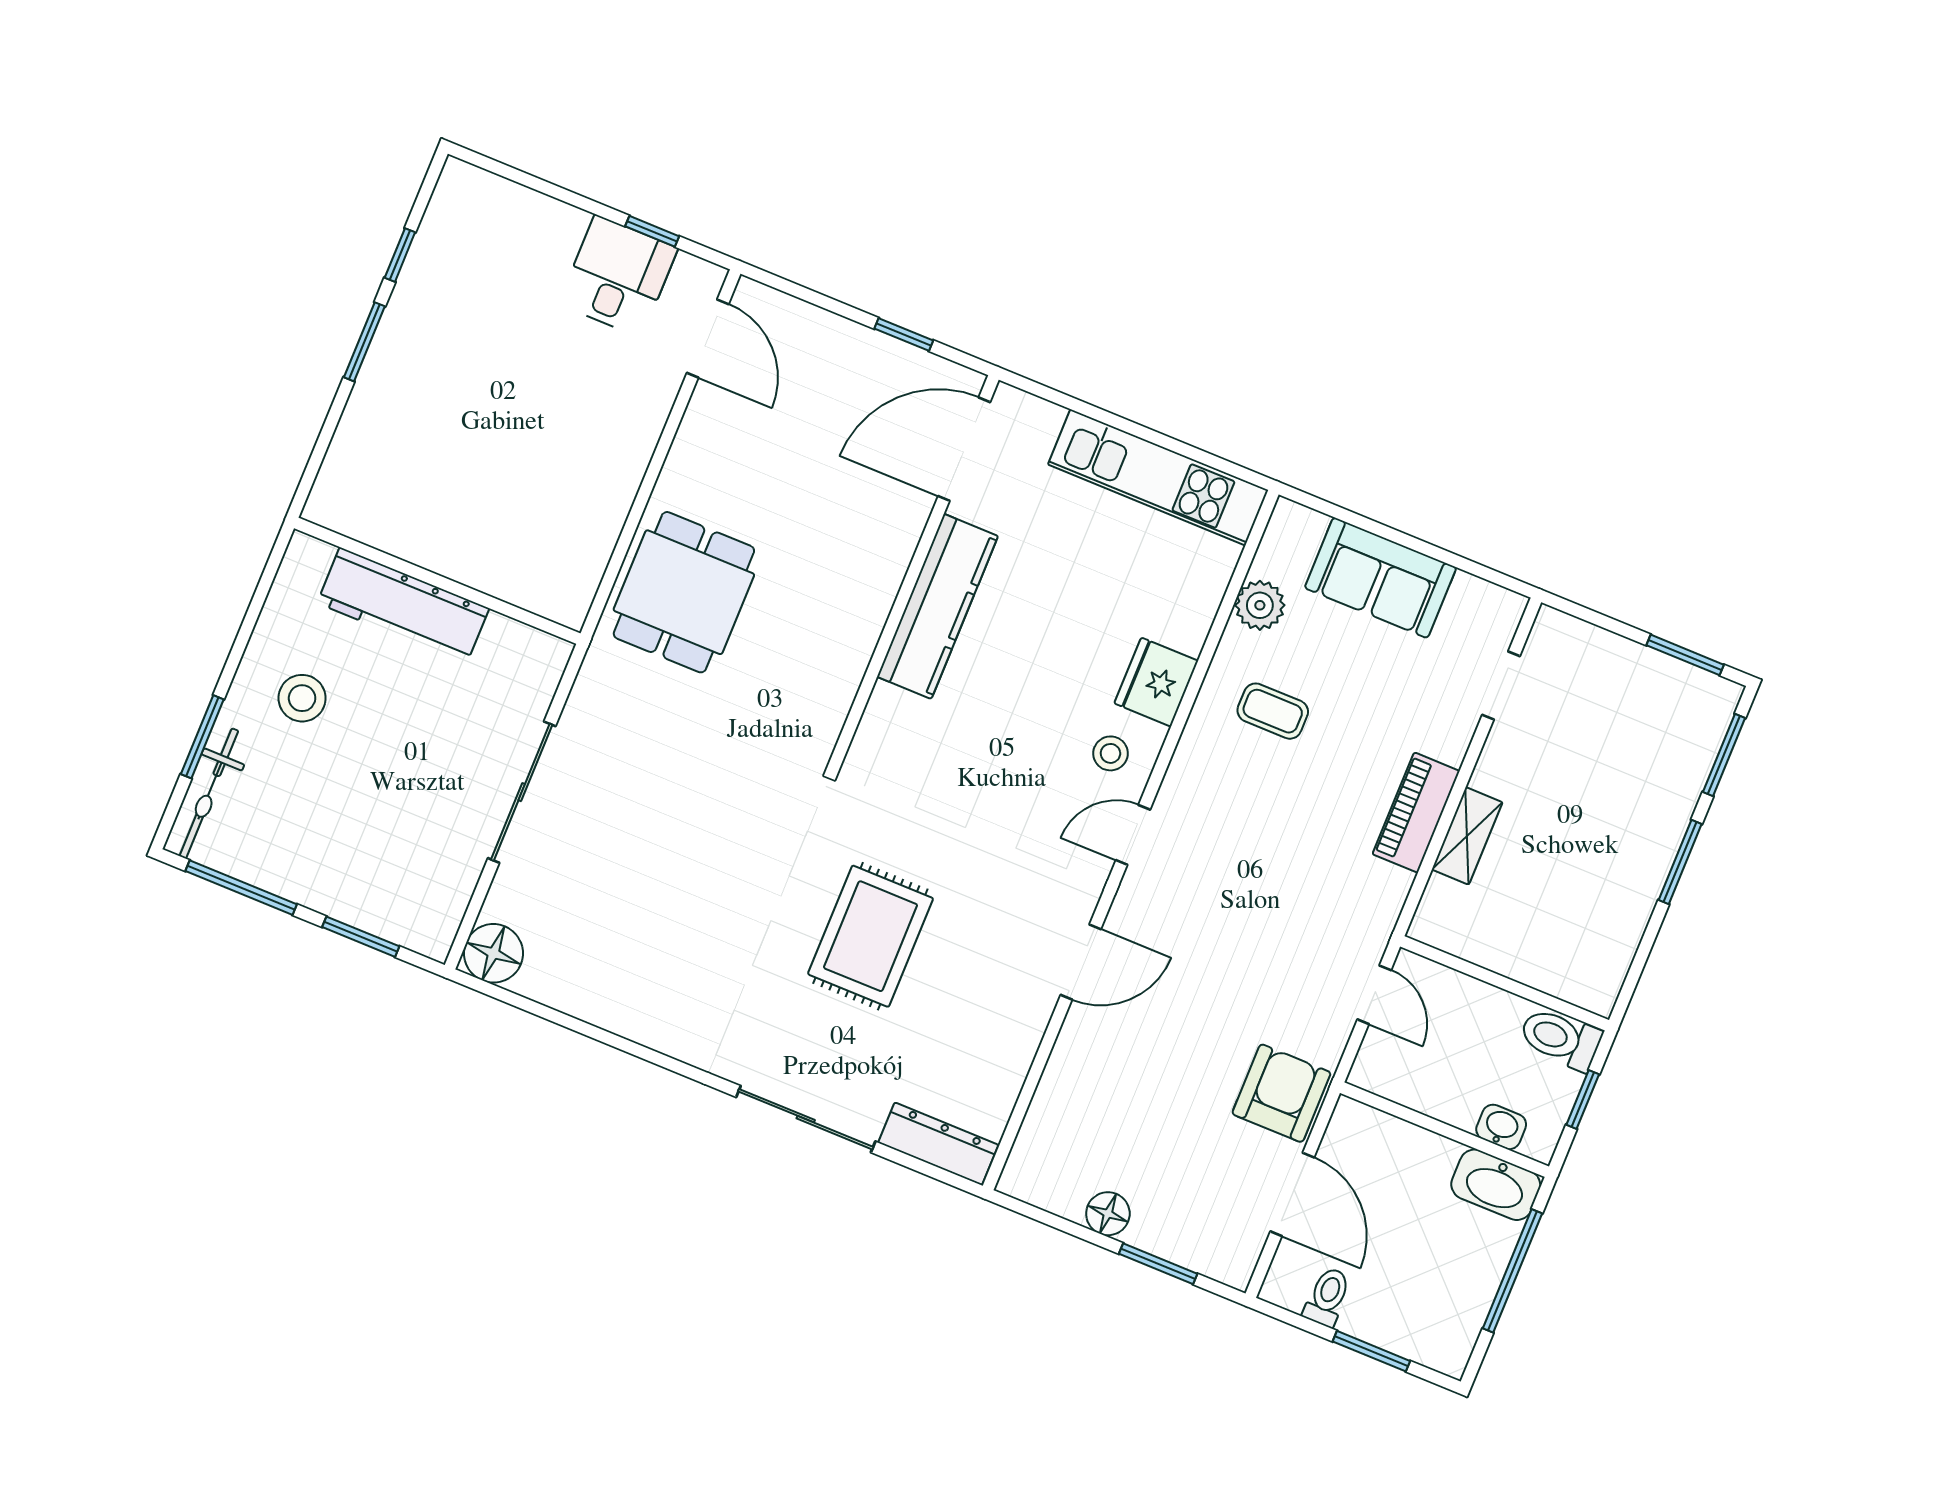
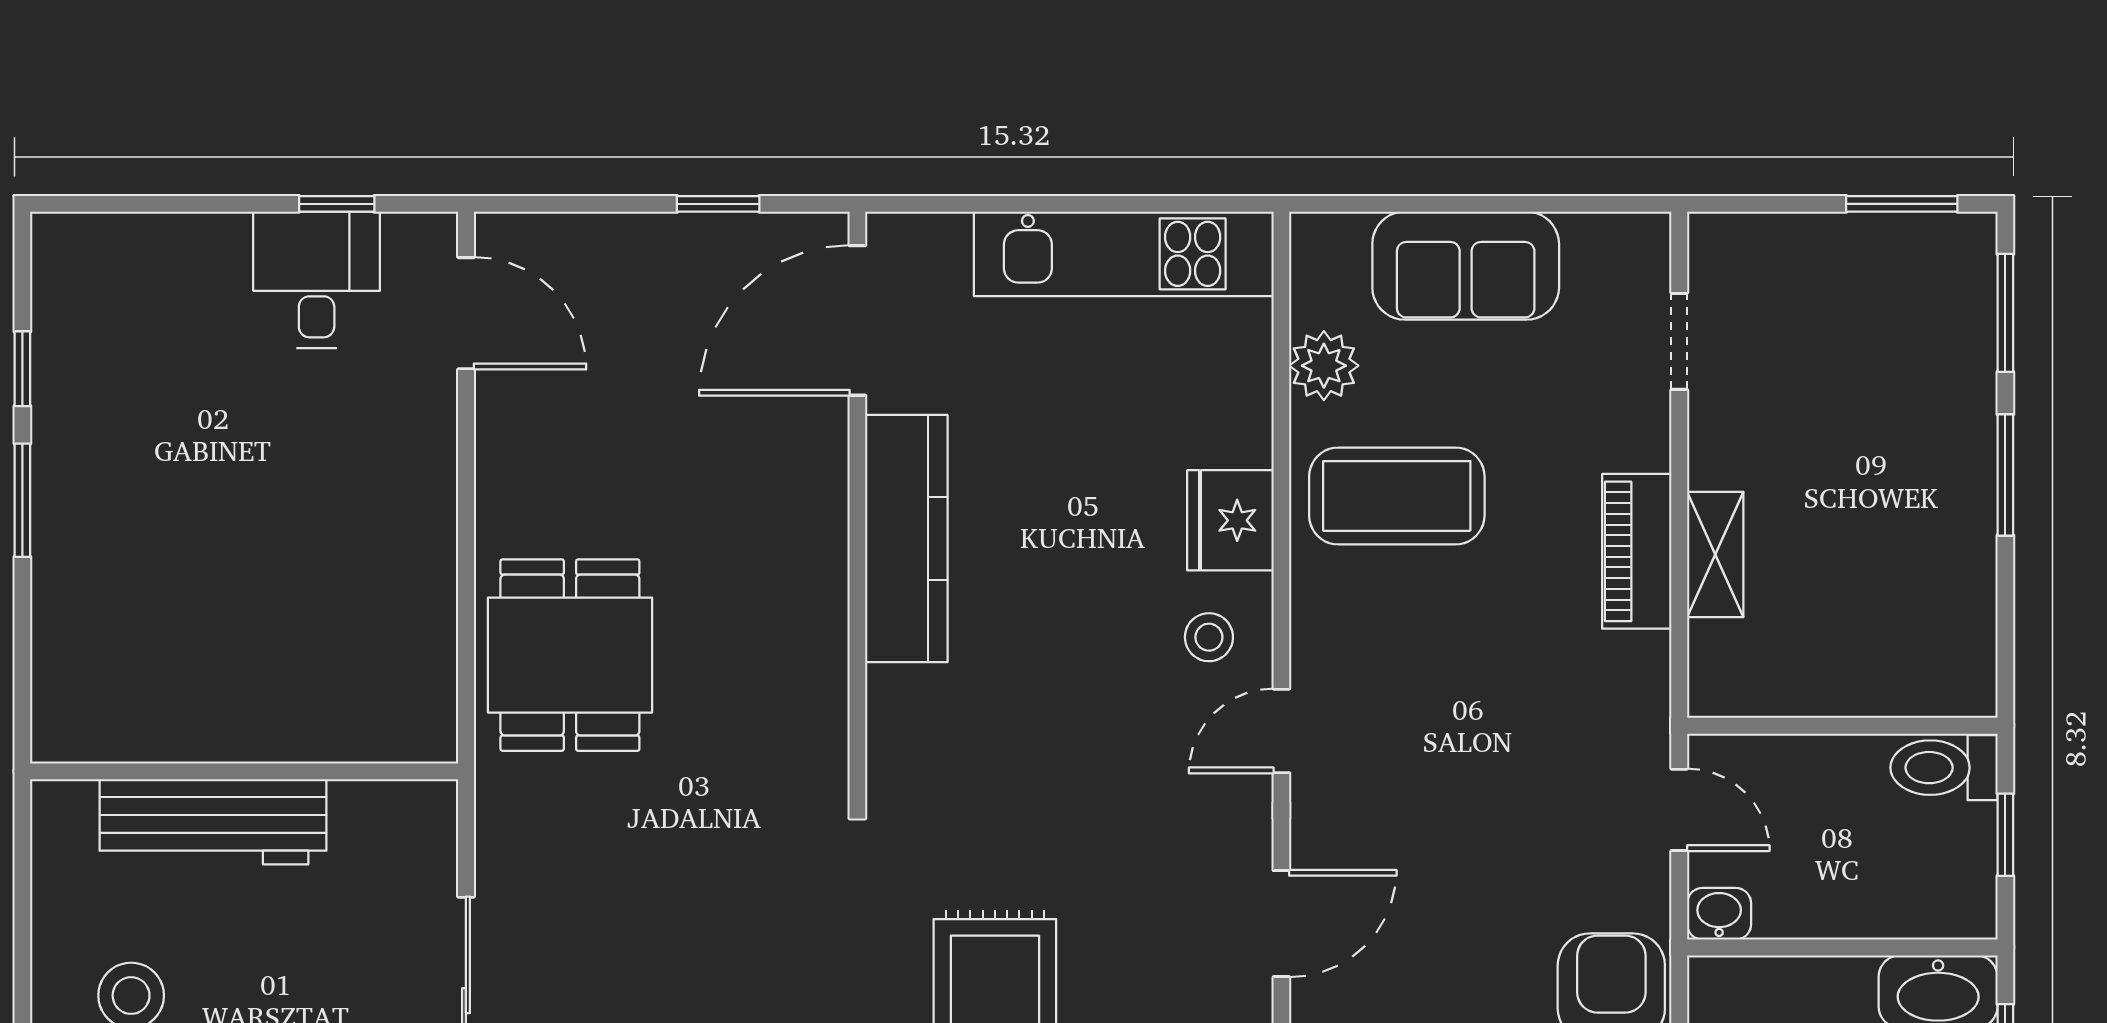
coffee table: (1273, 711) -> (1397, 496), width x1.86, depth x1.72
washbasin: (1501, 1127) -> (1719, 914), moved

